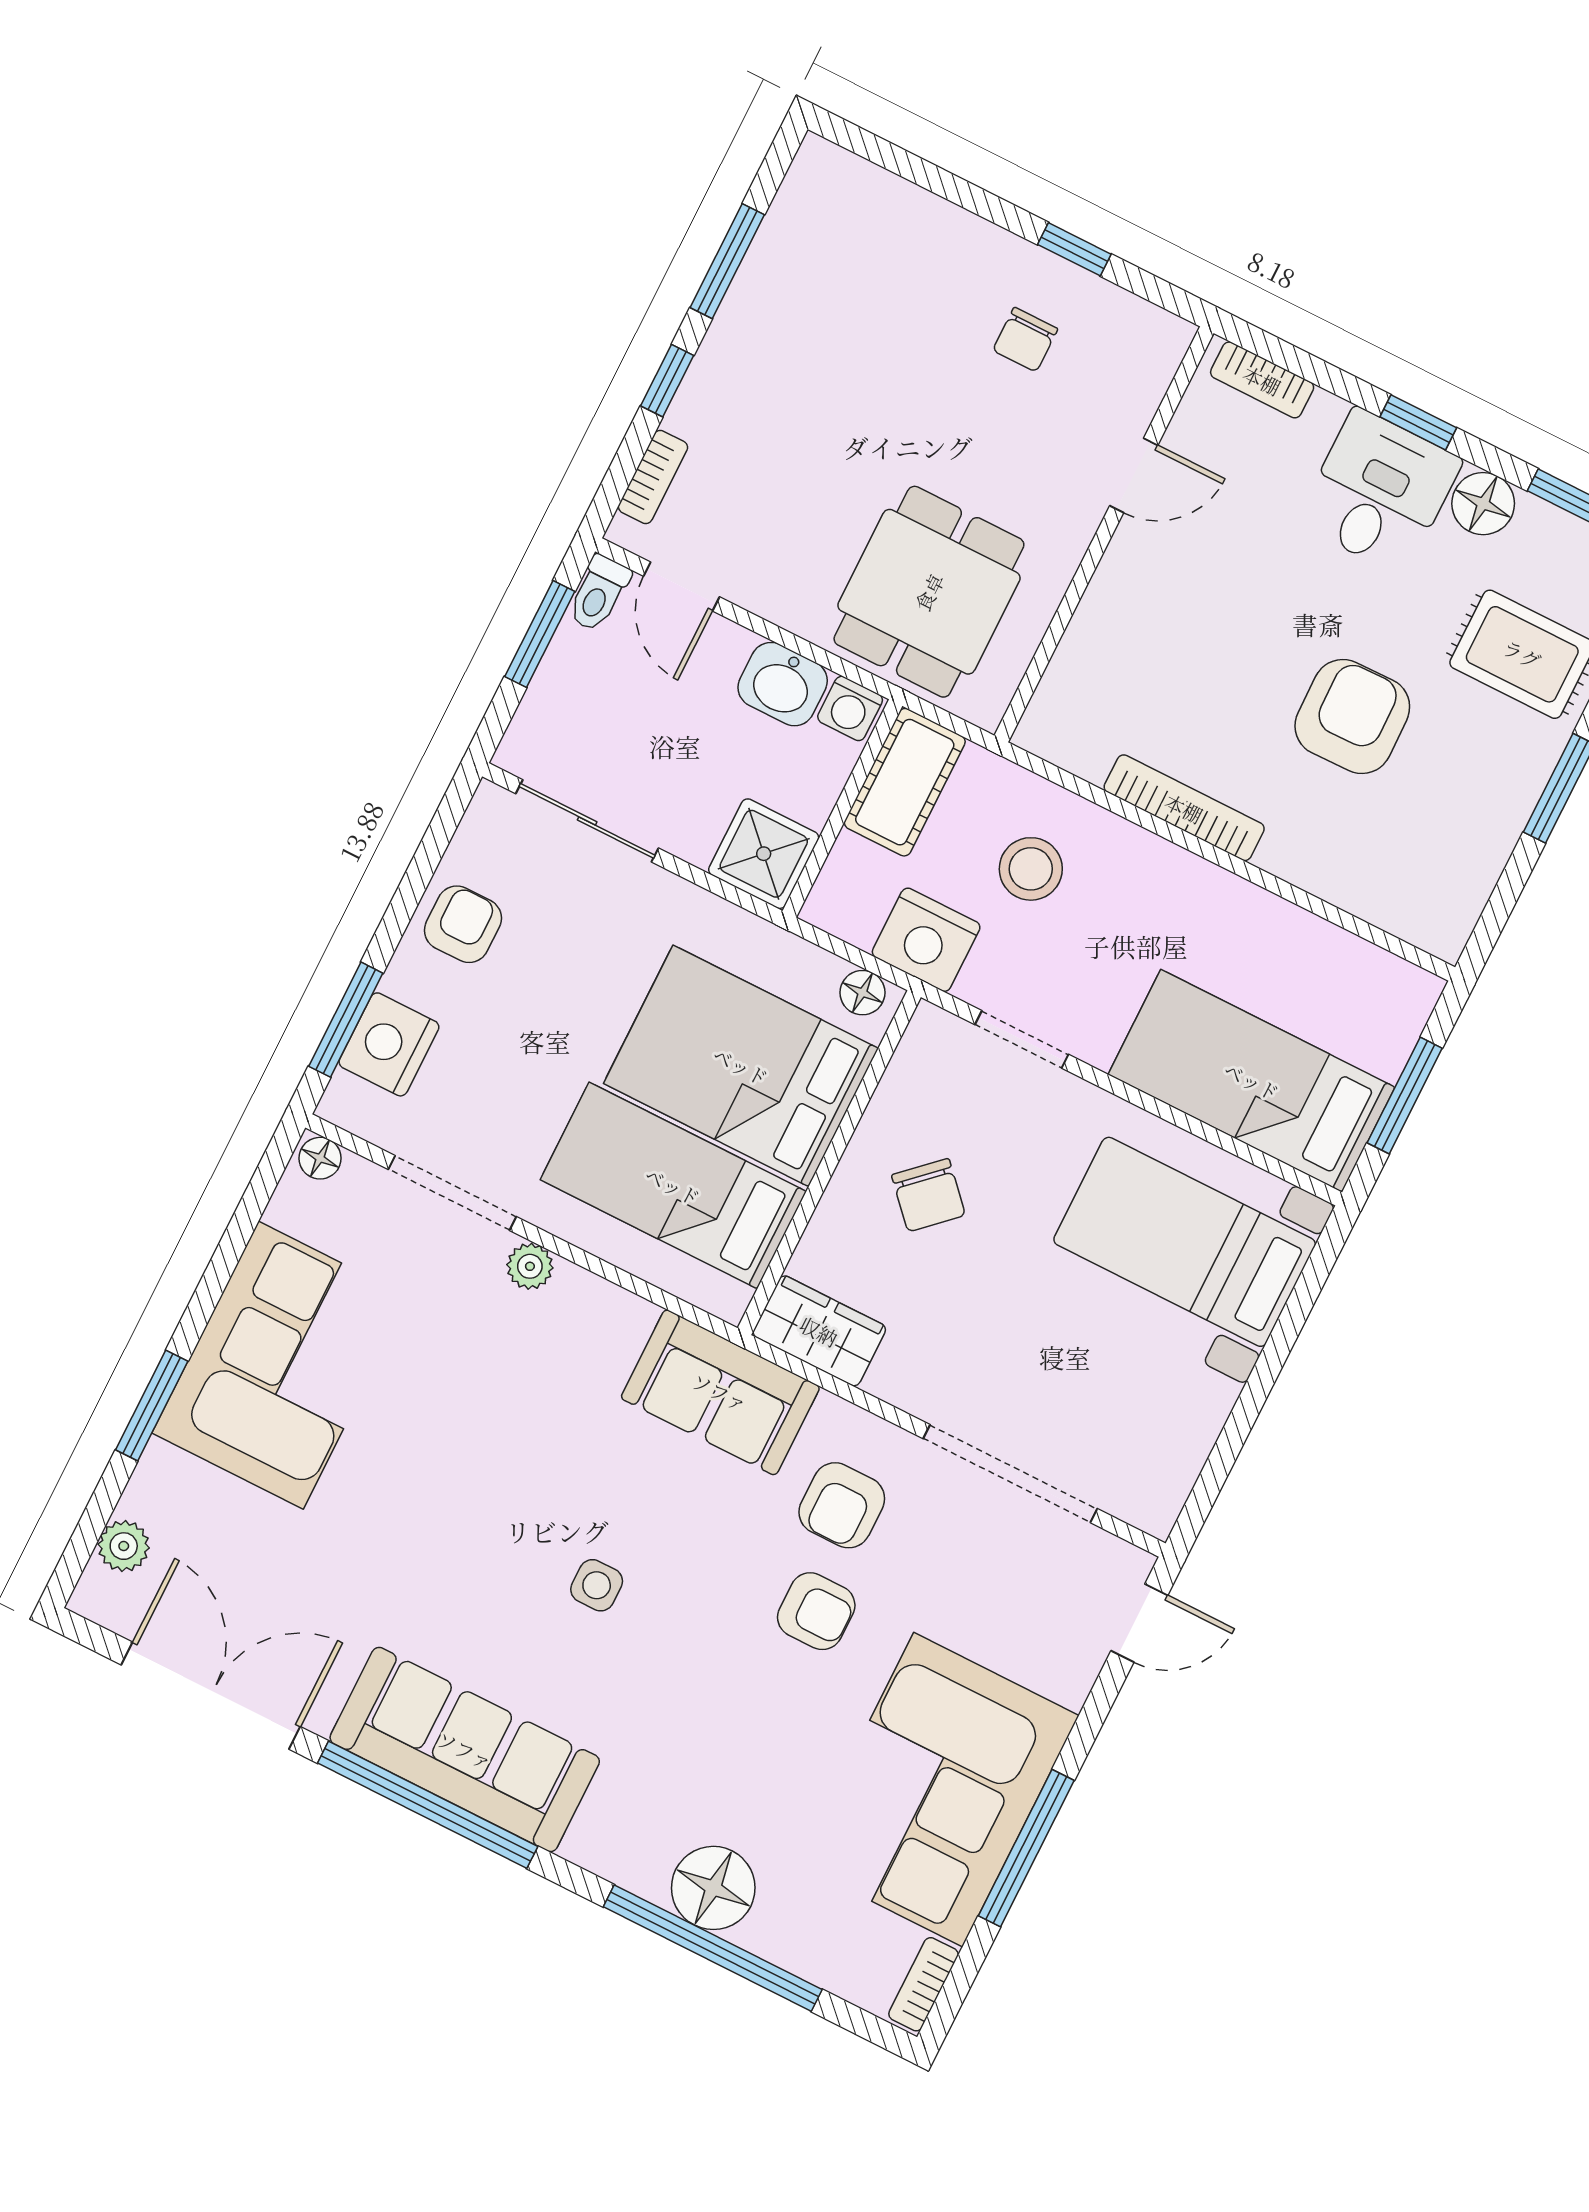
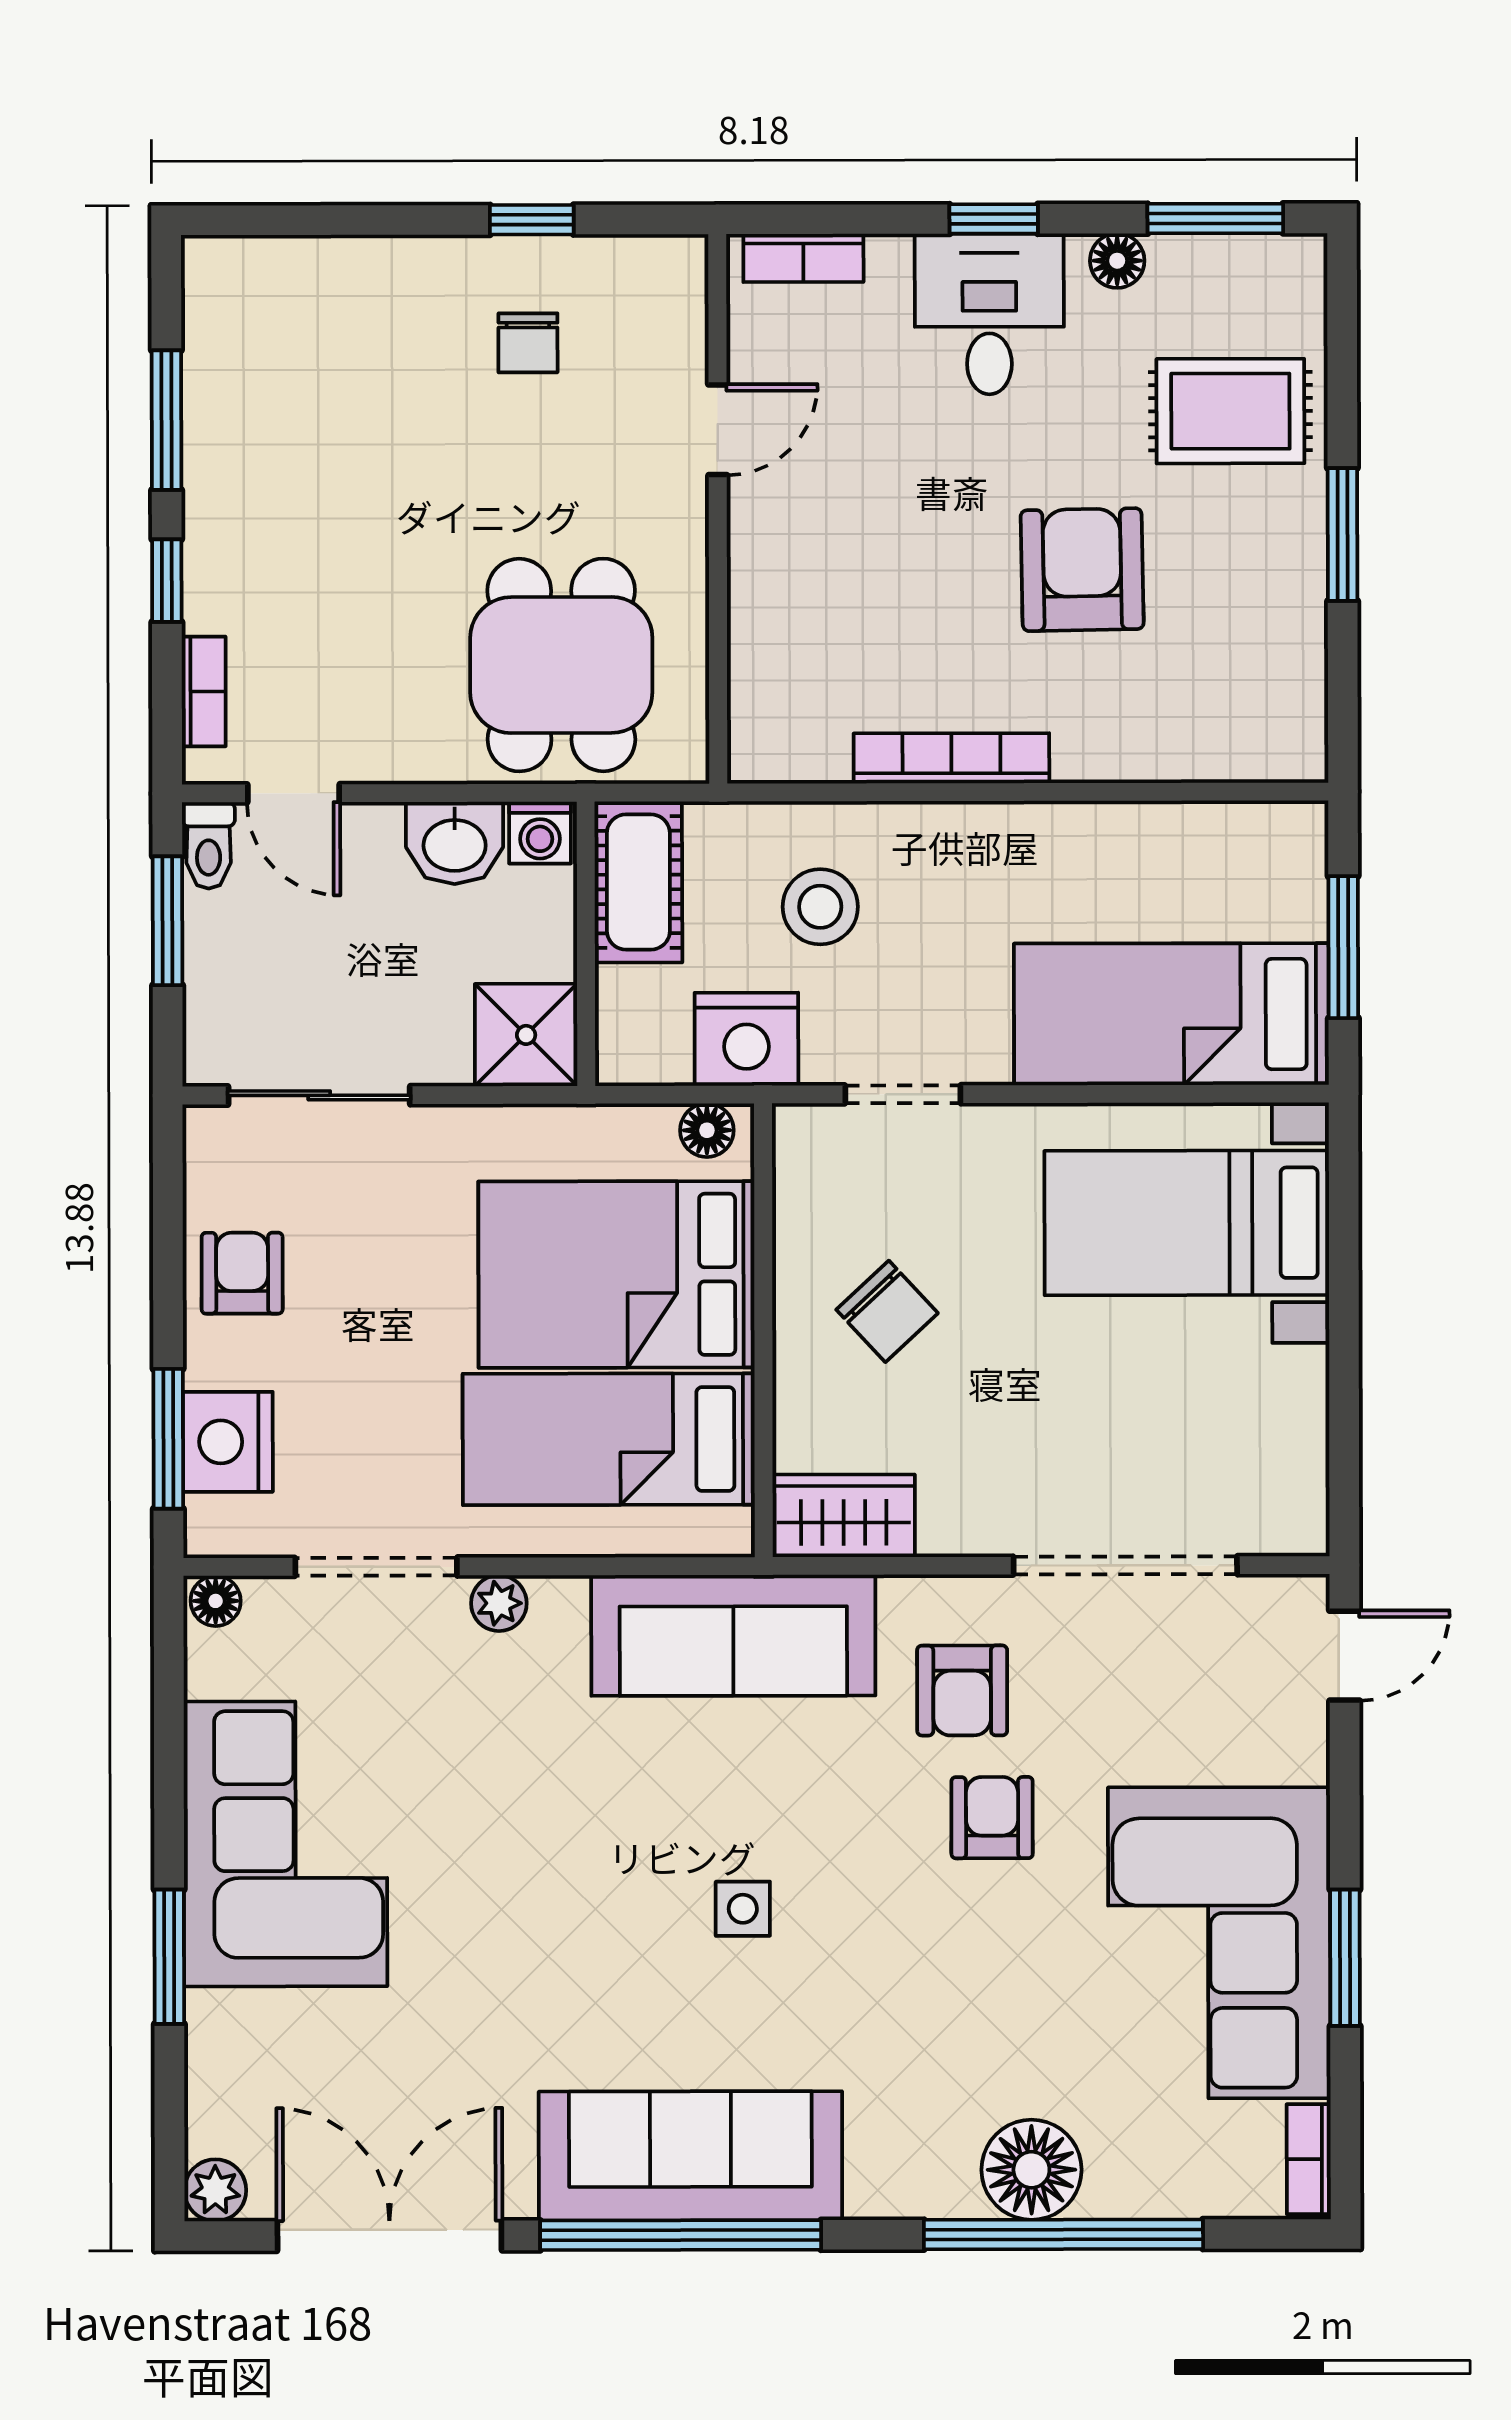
floor lamp: (1483, 504) -> (1117, 261), width x0.73, depth x0.73
sofa: (720, 1392) -> (733, 1635), width x1.36
plant: (124, 1546) -> (215, 2190), moved
armchair: (816, 1611) -> (992, 1818), turned -90
window: (1026, 1848) -> (1345, 1958), width x0.69

